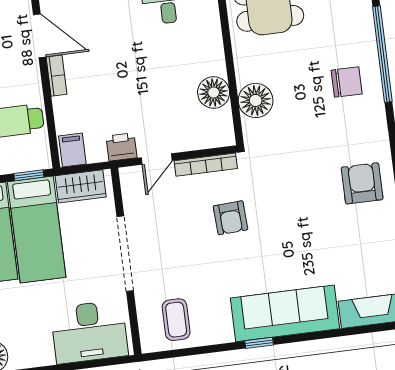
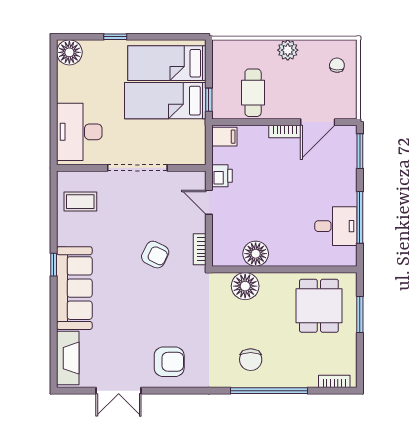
bookcase: (206, 165) -> (200, 249), width x0.64
wardrobe: (81, 186) -> (195, 140), removed
armchair: (230, 218) -> (155, 255), turned -151

